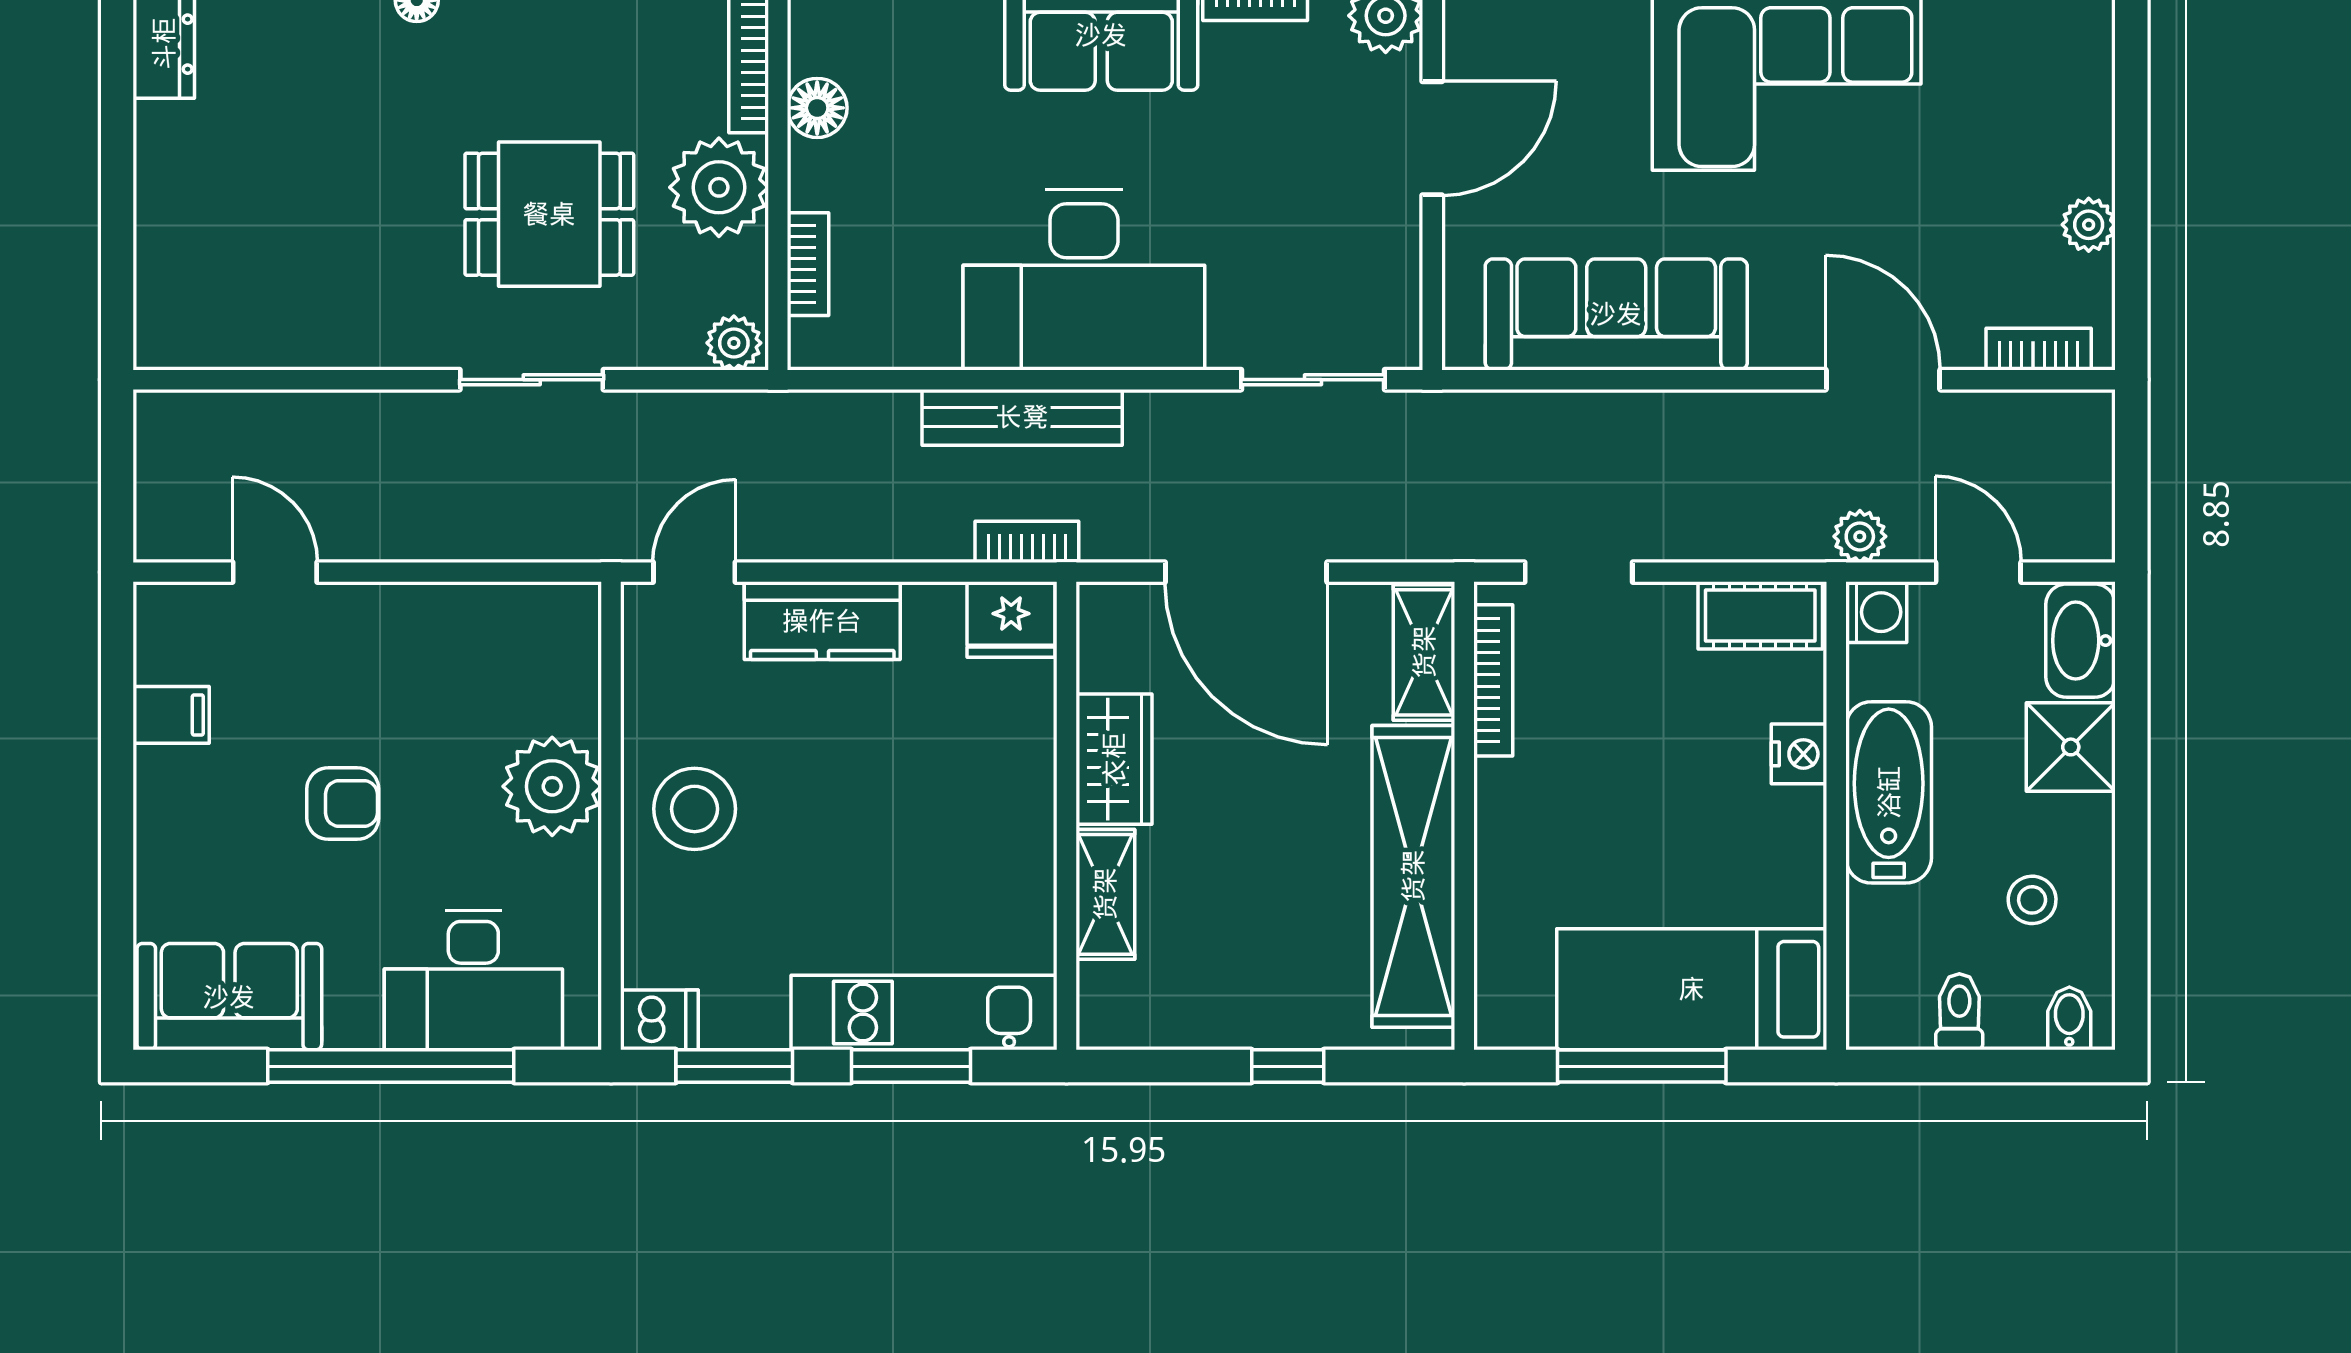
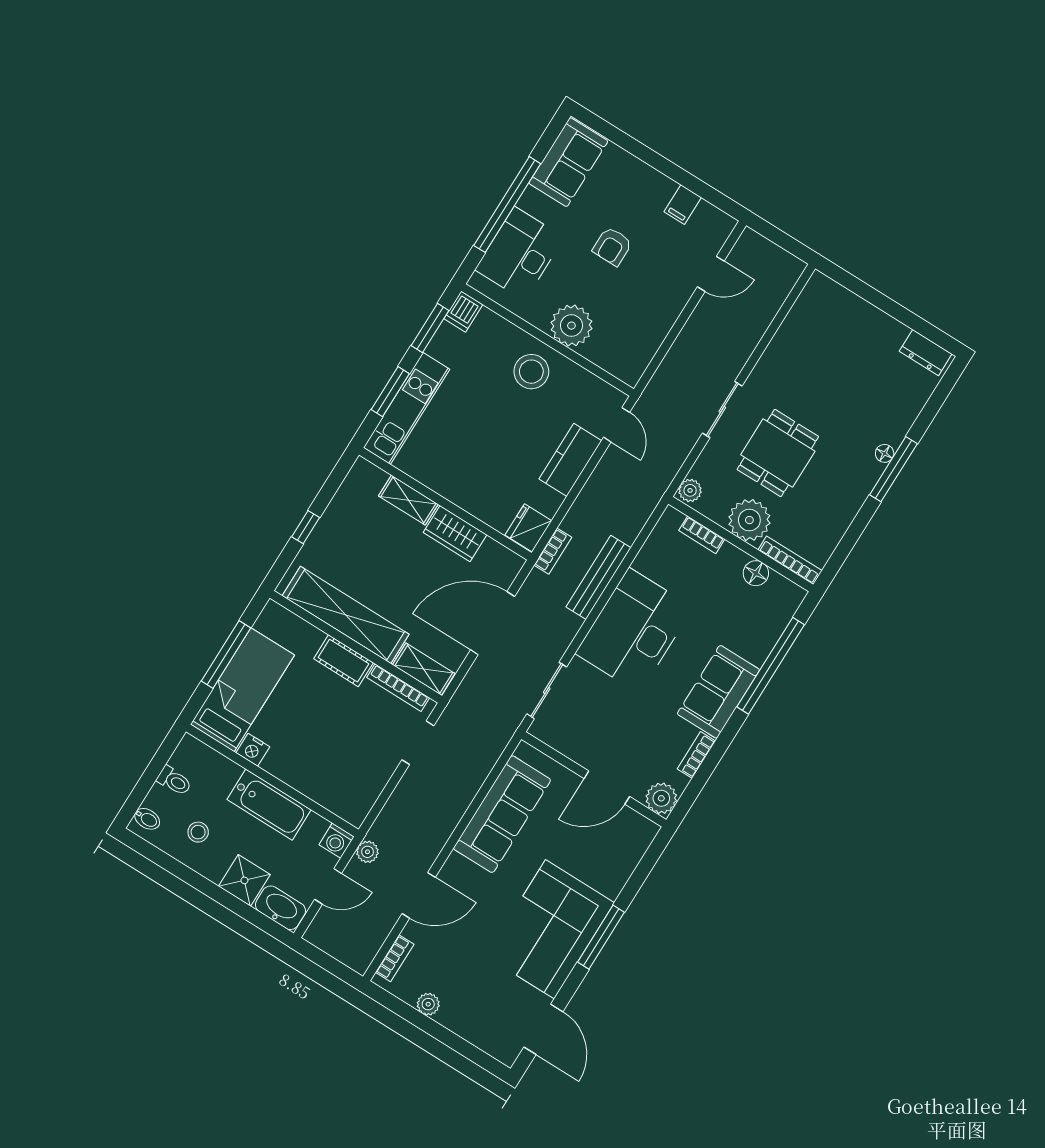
door: (1432, 138) -> (607, 788), hinge flipped
cot: (1760, 615) -> (343, 661), moved, turned 90
nightstand: (1799, 754) -> (253, 750), moved

